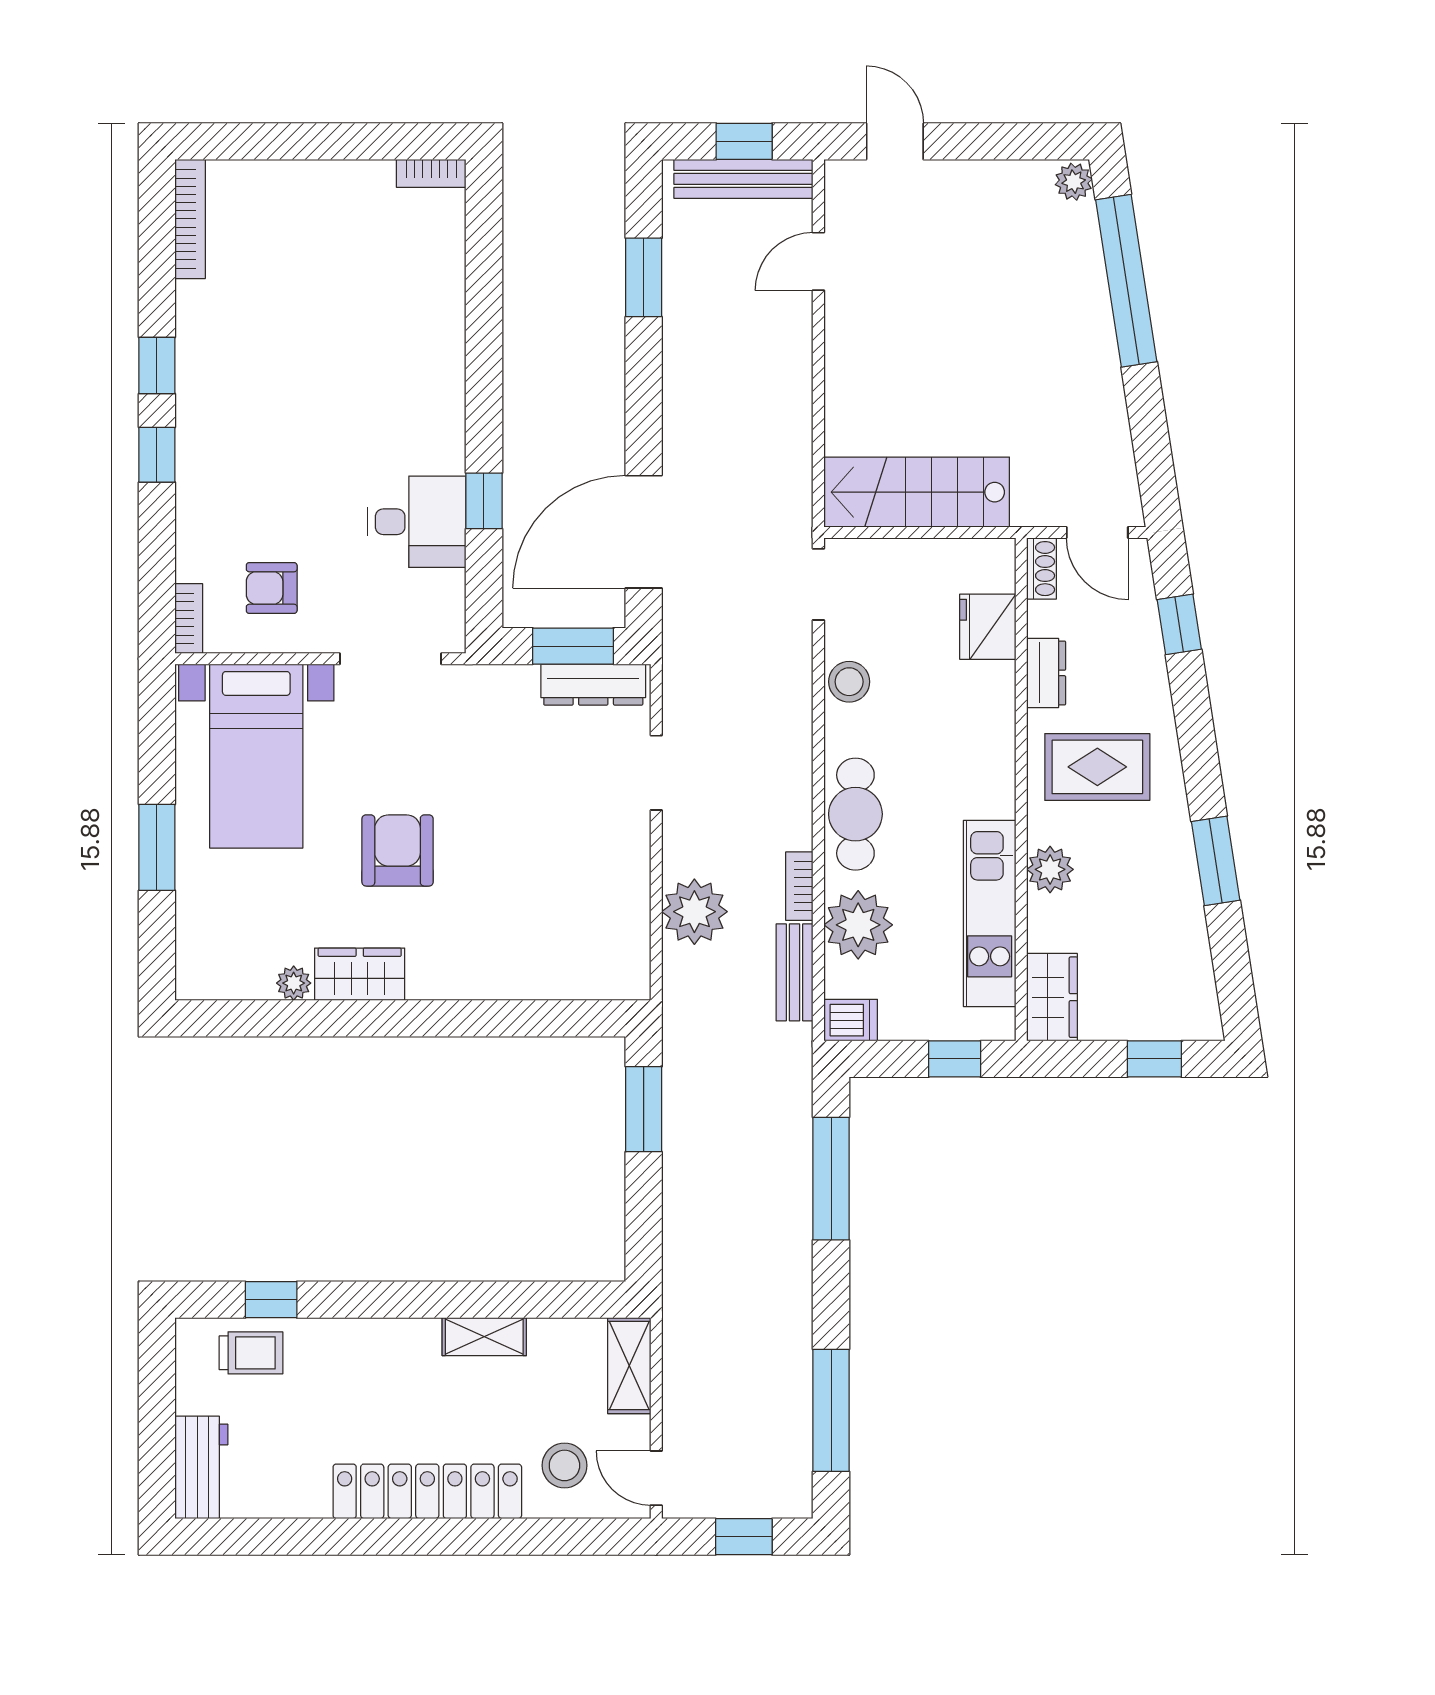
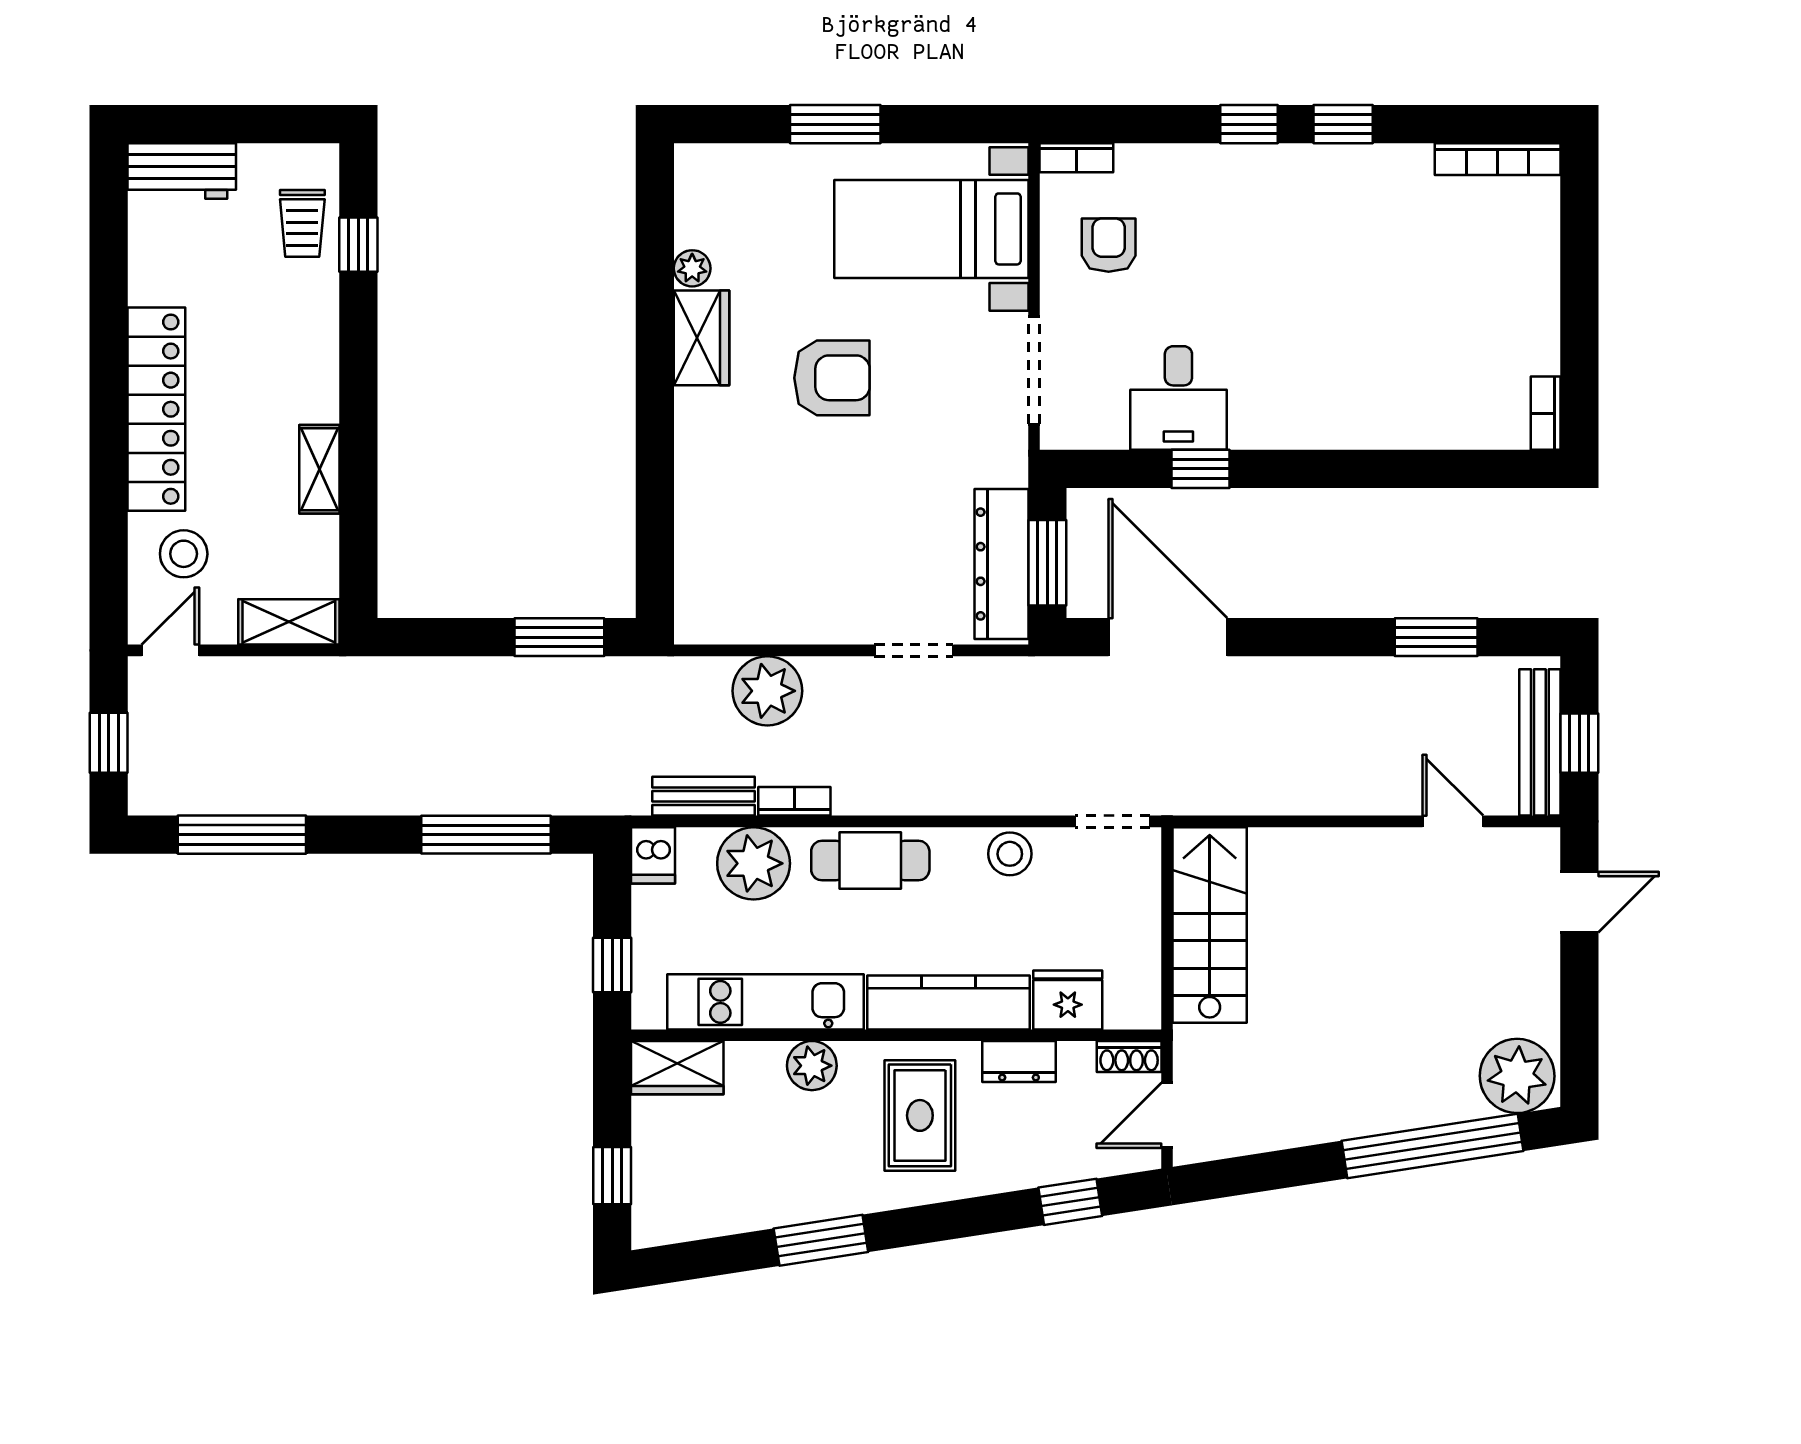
plant: (1074, 182) -> (1517, 1076), width x1.88, depth x1.88
dresser: (593, 685) -> (1001, 564), width x1.37, depth x1.24
kitchen counter: (990, 740) -> (948, 1002), added

